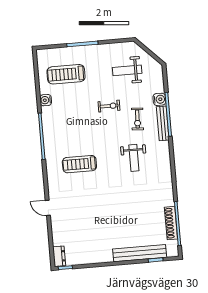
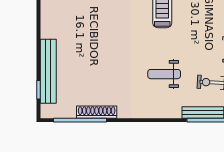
shoe rack: (171, 223) -> (97, 112), moved

